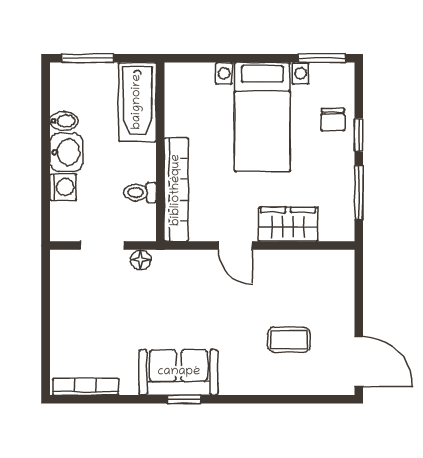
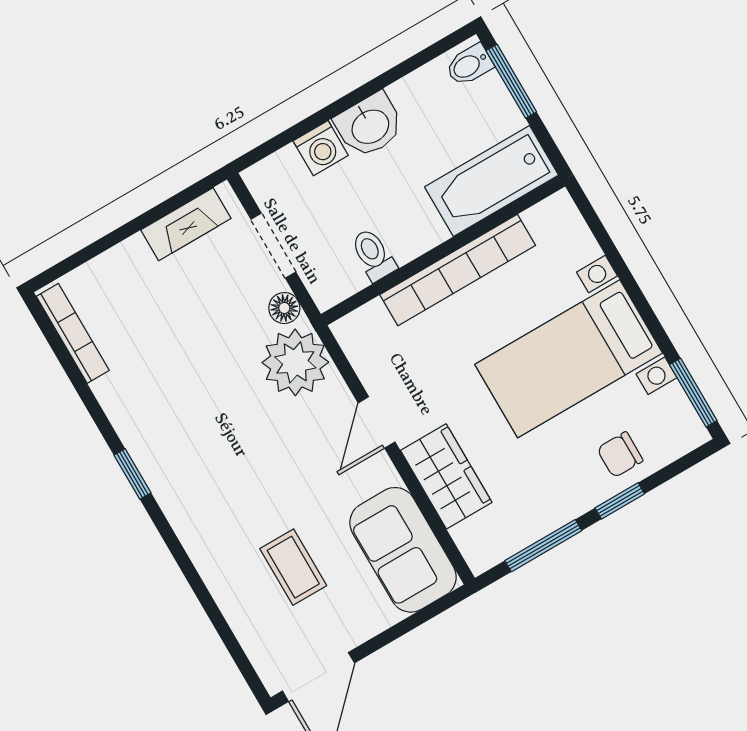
bidet: (64, 121) -> (469, 65), moved, turned 90
bookcase: (176, 190) -> (458, 270), moved
plant: (175, 271) -> (295, 362), added
fireplace: (61, 288) -> (186, 224), added
sofa: (179, 372) -> (403, 550), moved, turned 180

